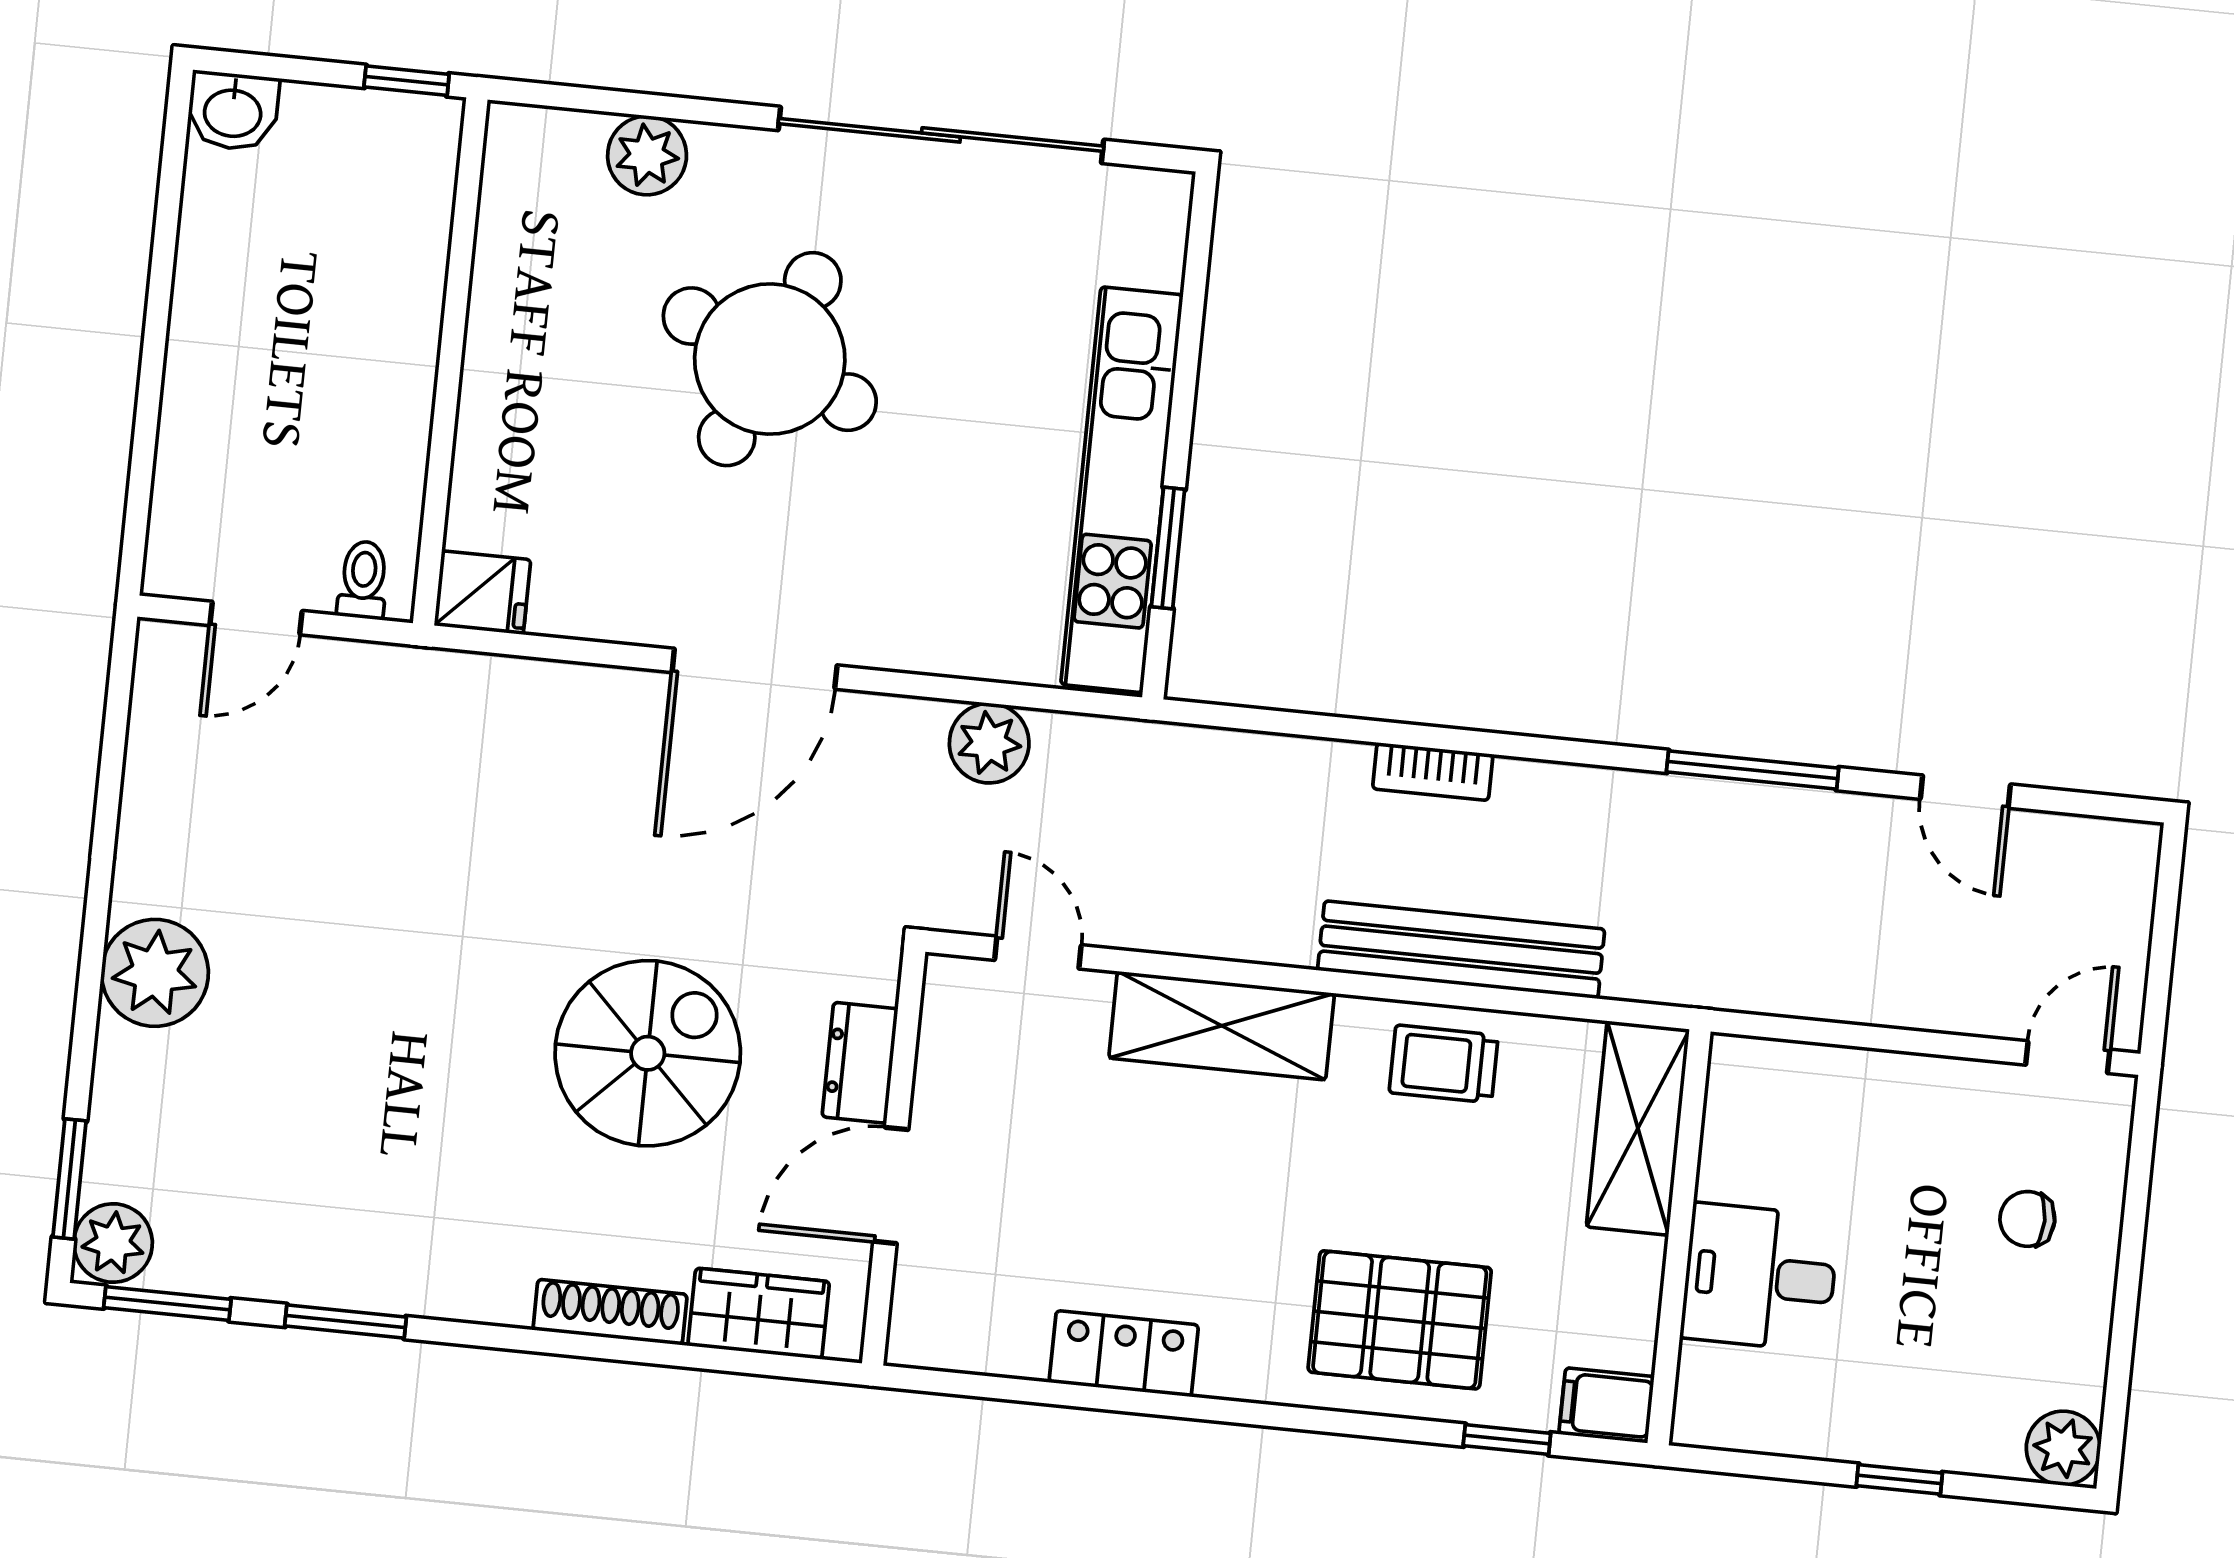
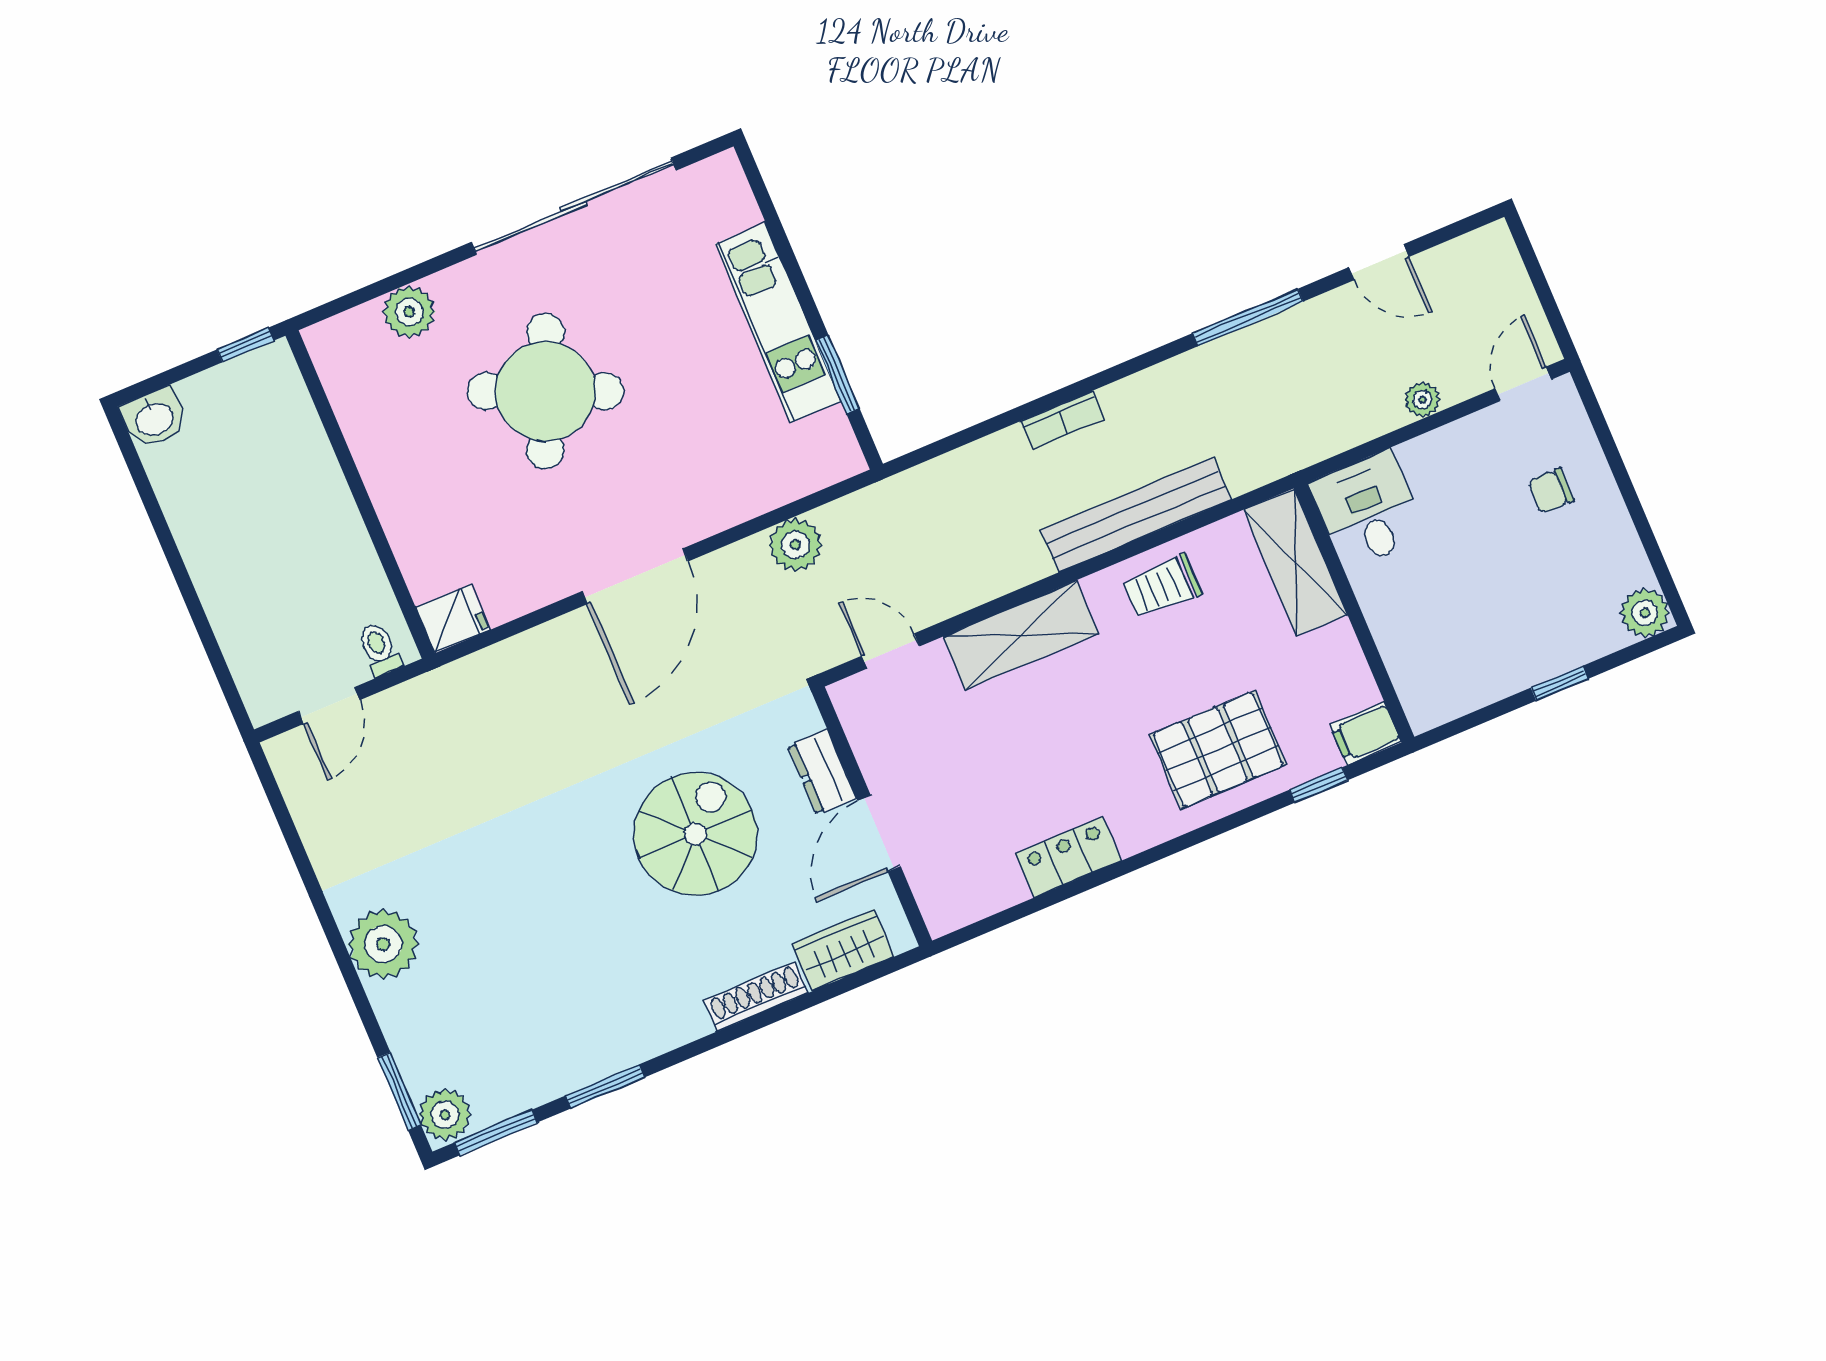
kitchen unit: (1122, 490) -> (778, 323), width x0.73
plant: (1923, 1005) -> (1422, 400), added
desk: (1760, 1277) -> (1368, 510), moved, turned 90

